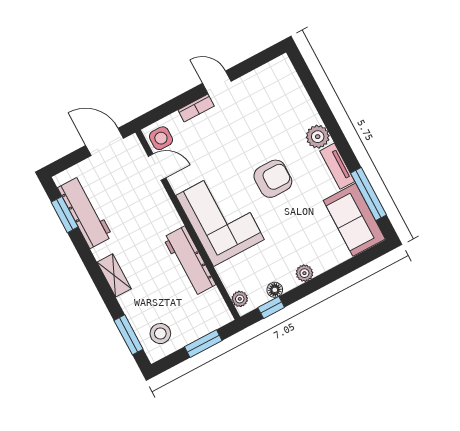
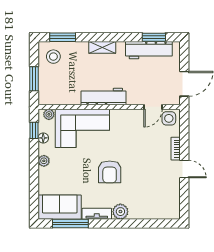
door: (217, 82) -> (184, 169), hinge flipped
corner sofa: (220, 217) -> (82, 128), moved
workbench: (189, 261) -> (104, 97), moved

